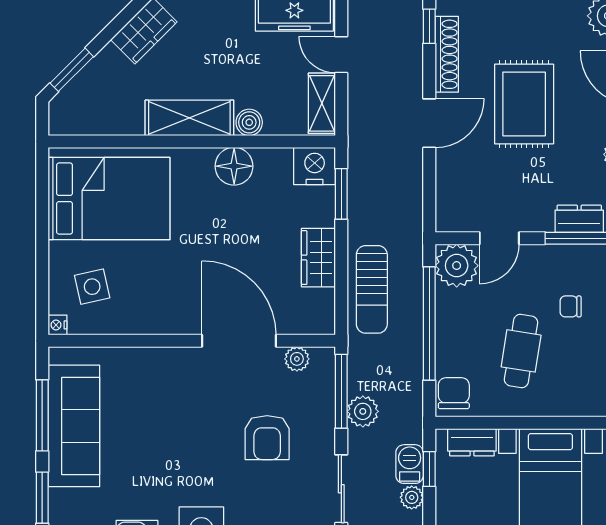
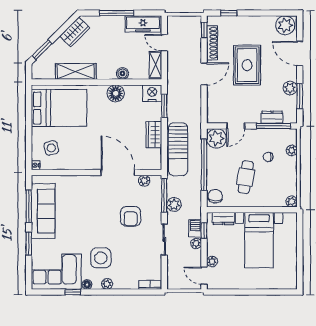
shelving: (189, 118) -> (76, 71), moved
sun lounger: (372, 289) -> (178, 149), width x1.36, depth x1.34

